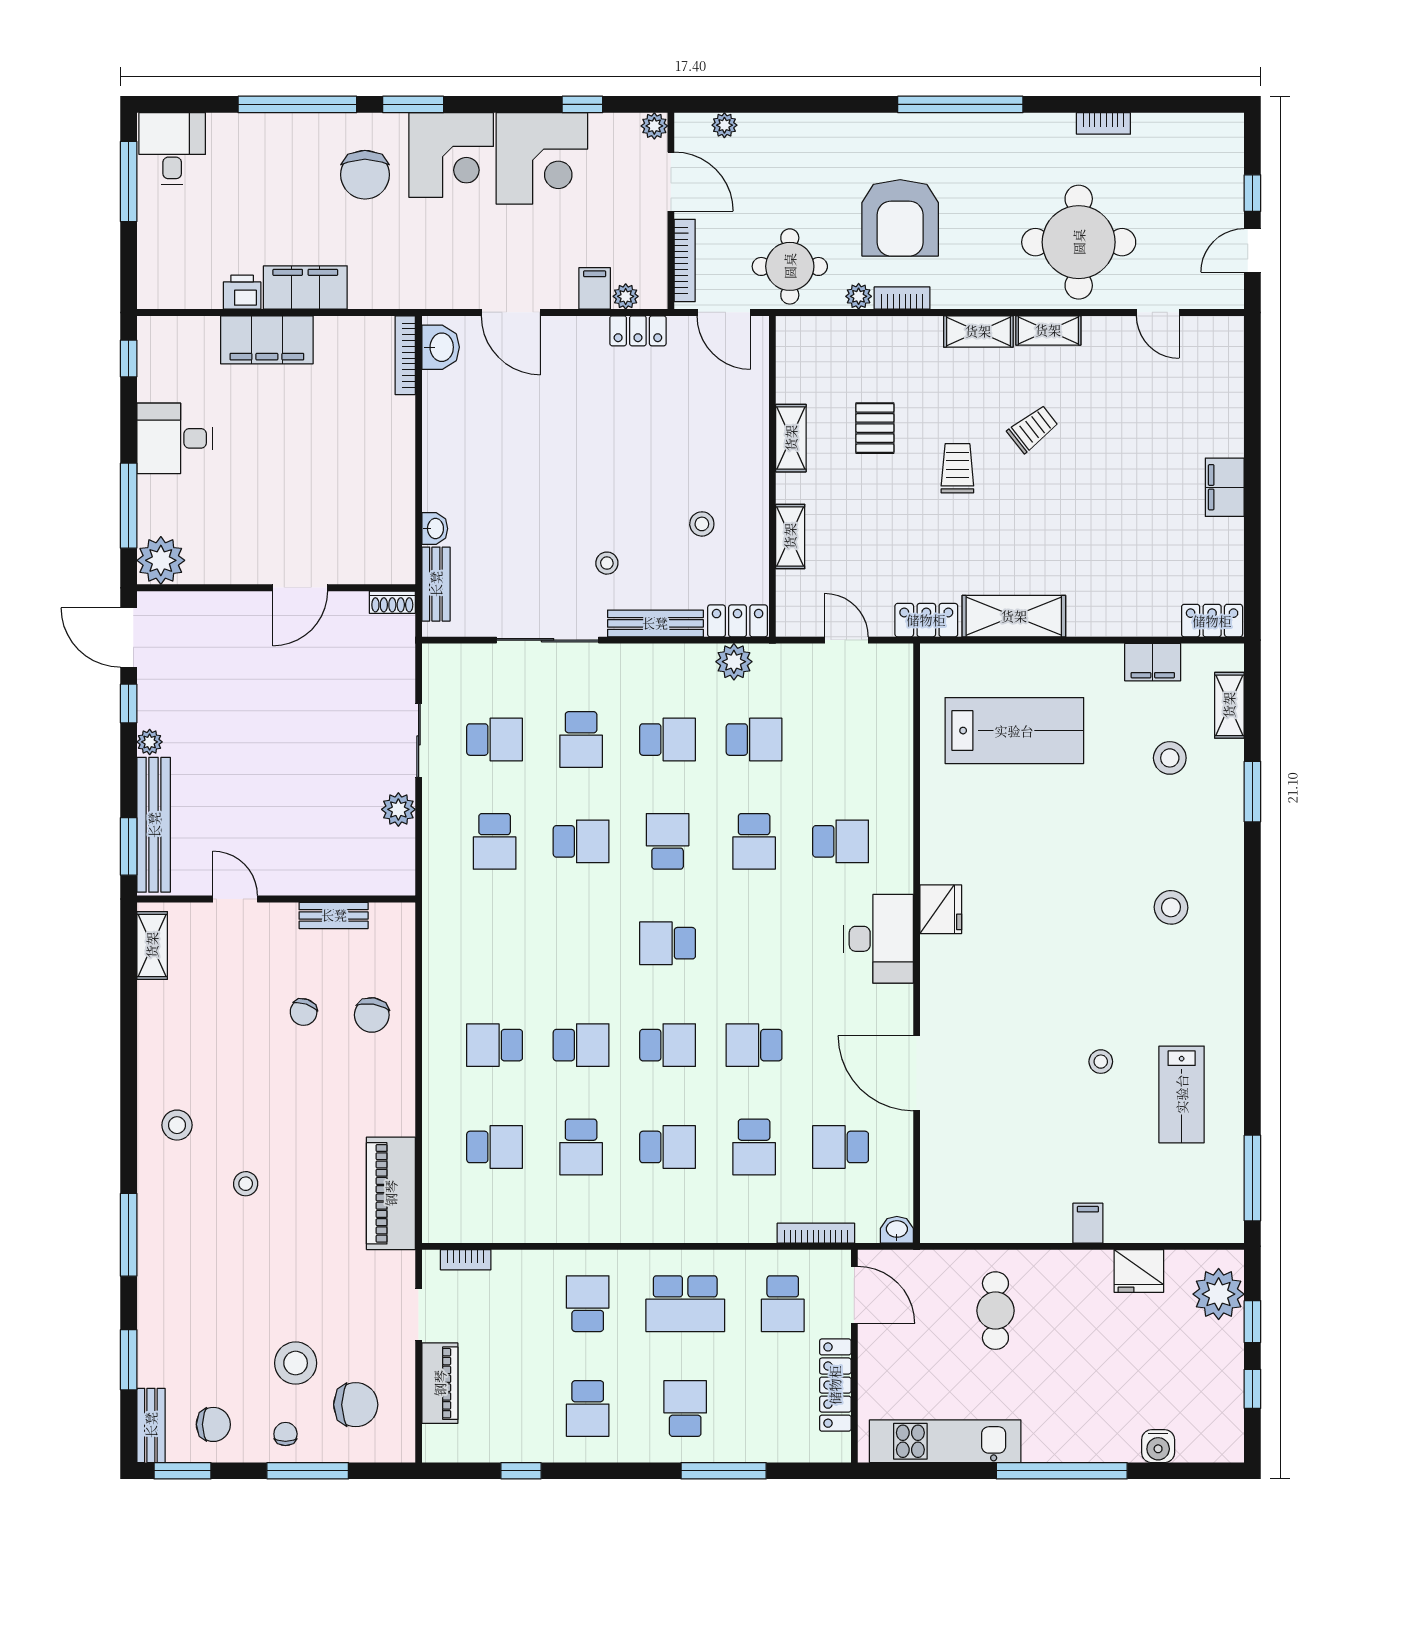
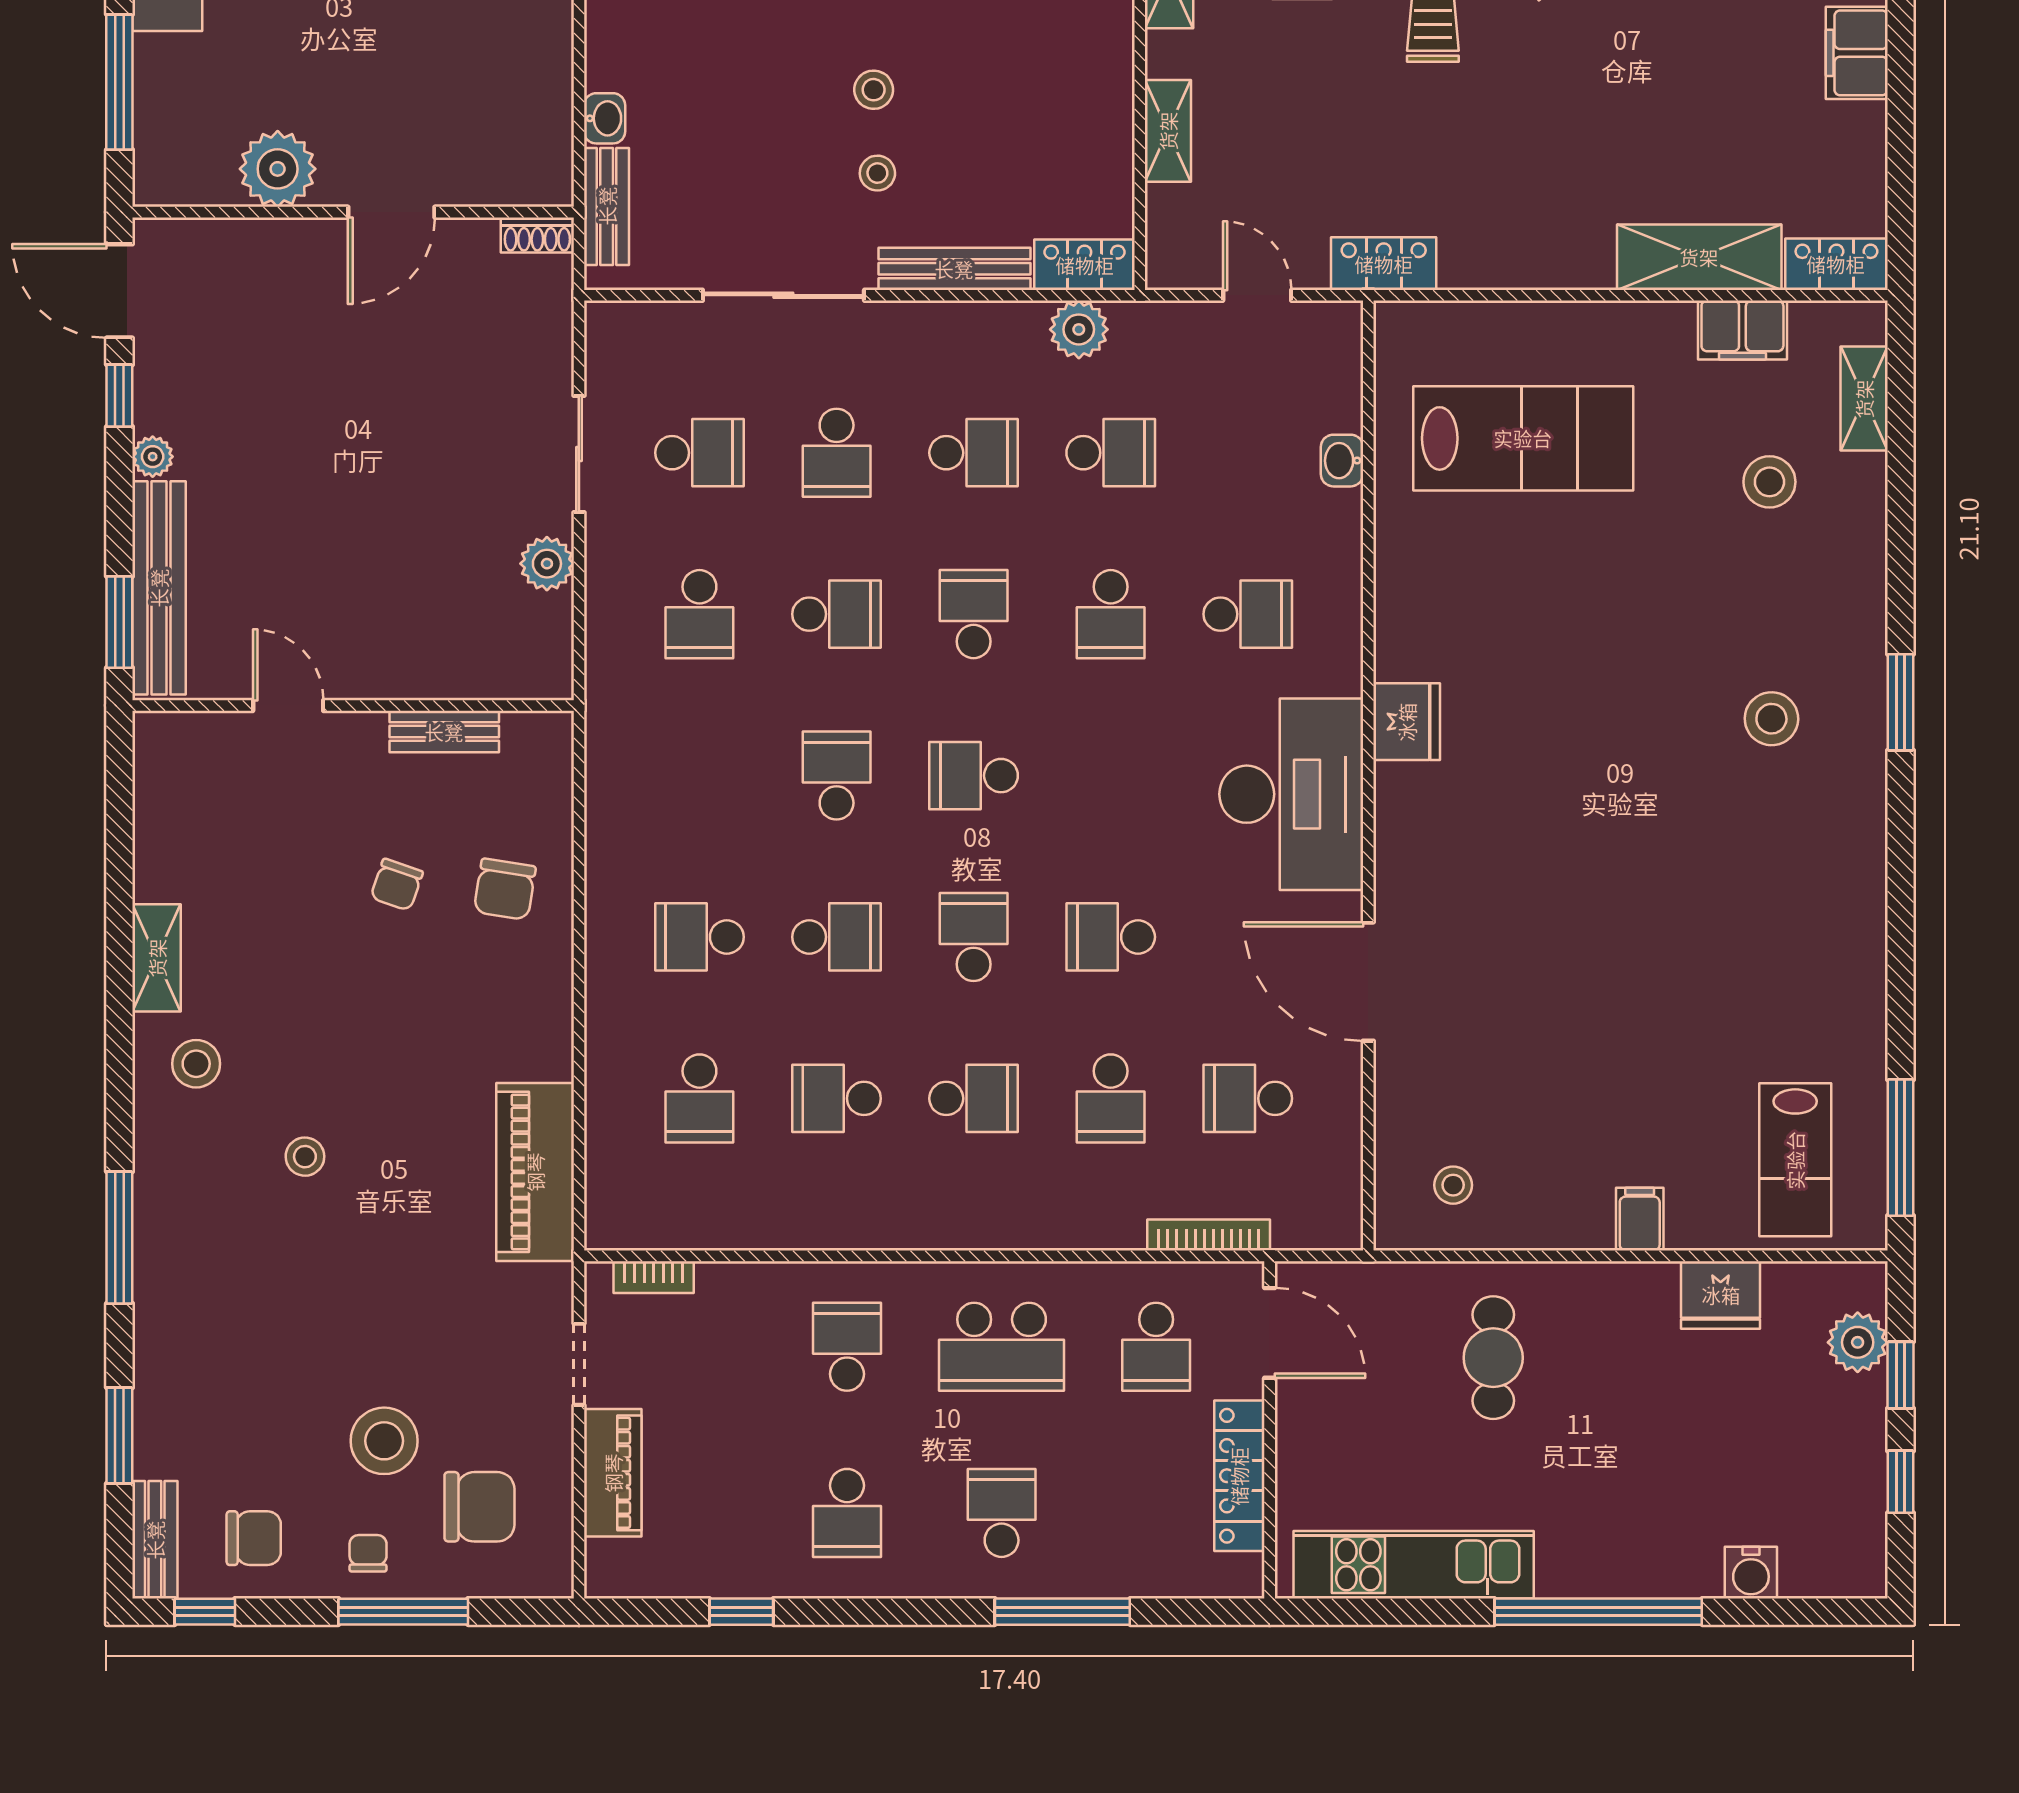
stool: (702, 524) -> (874, 90), moved
plant: (161, 560) -> (278, 169), moved
shelving: (1014, 616) -> (1699, 257), moved
window: (1252, 792) -> (1900, 702), moved
desk: (878, 939) -> (1291, 794), width x1.36, depth x1.30
school desk: (581, 943) -> (837, 776), added
shelving: (152, 945) -> (157, 958), moved
school desk: (668, 1045) -> (974, 937), turned -90
stool: (1101, 1062) -> (1453, 1185), moved
lab bench: (1182, 1094) -> (1795, 1160), moved
school desk: (495, 1147) -> (699, 1098), turned 90
school desk: (581, 1147) -> (837, 1098), turned 90
washbasin: (897, 1230) -> (1342, 461), moved, turned -90
plant: (1219, 1294) -> (1858, 1342), width x0.73, depth x0.73
window: (182, 1471) -> (205, 1612), width x0.67

